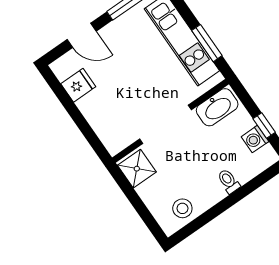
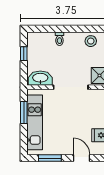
washing machine: (255, 139) -> (33, 50), removed

